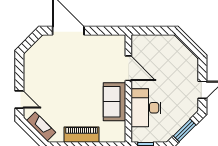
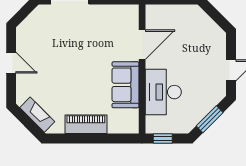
door: (128, 68) -> (142, 45), hinge flipped
door: (19, 99) -> (11, 63), moved

